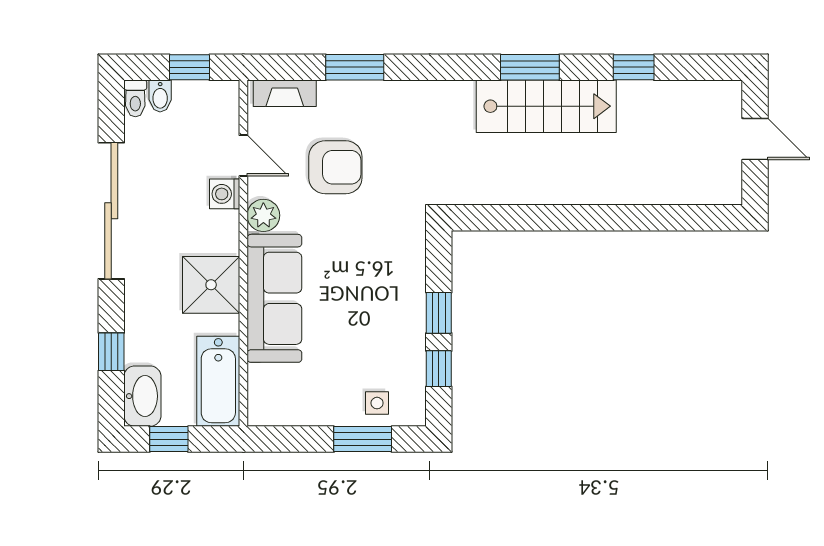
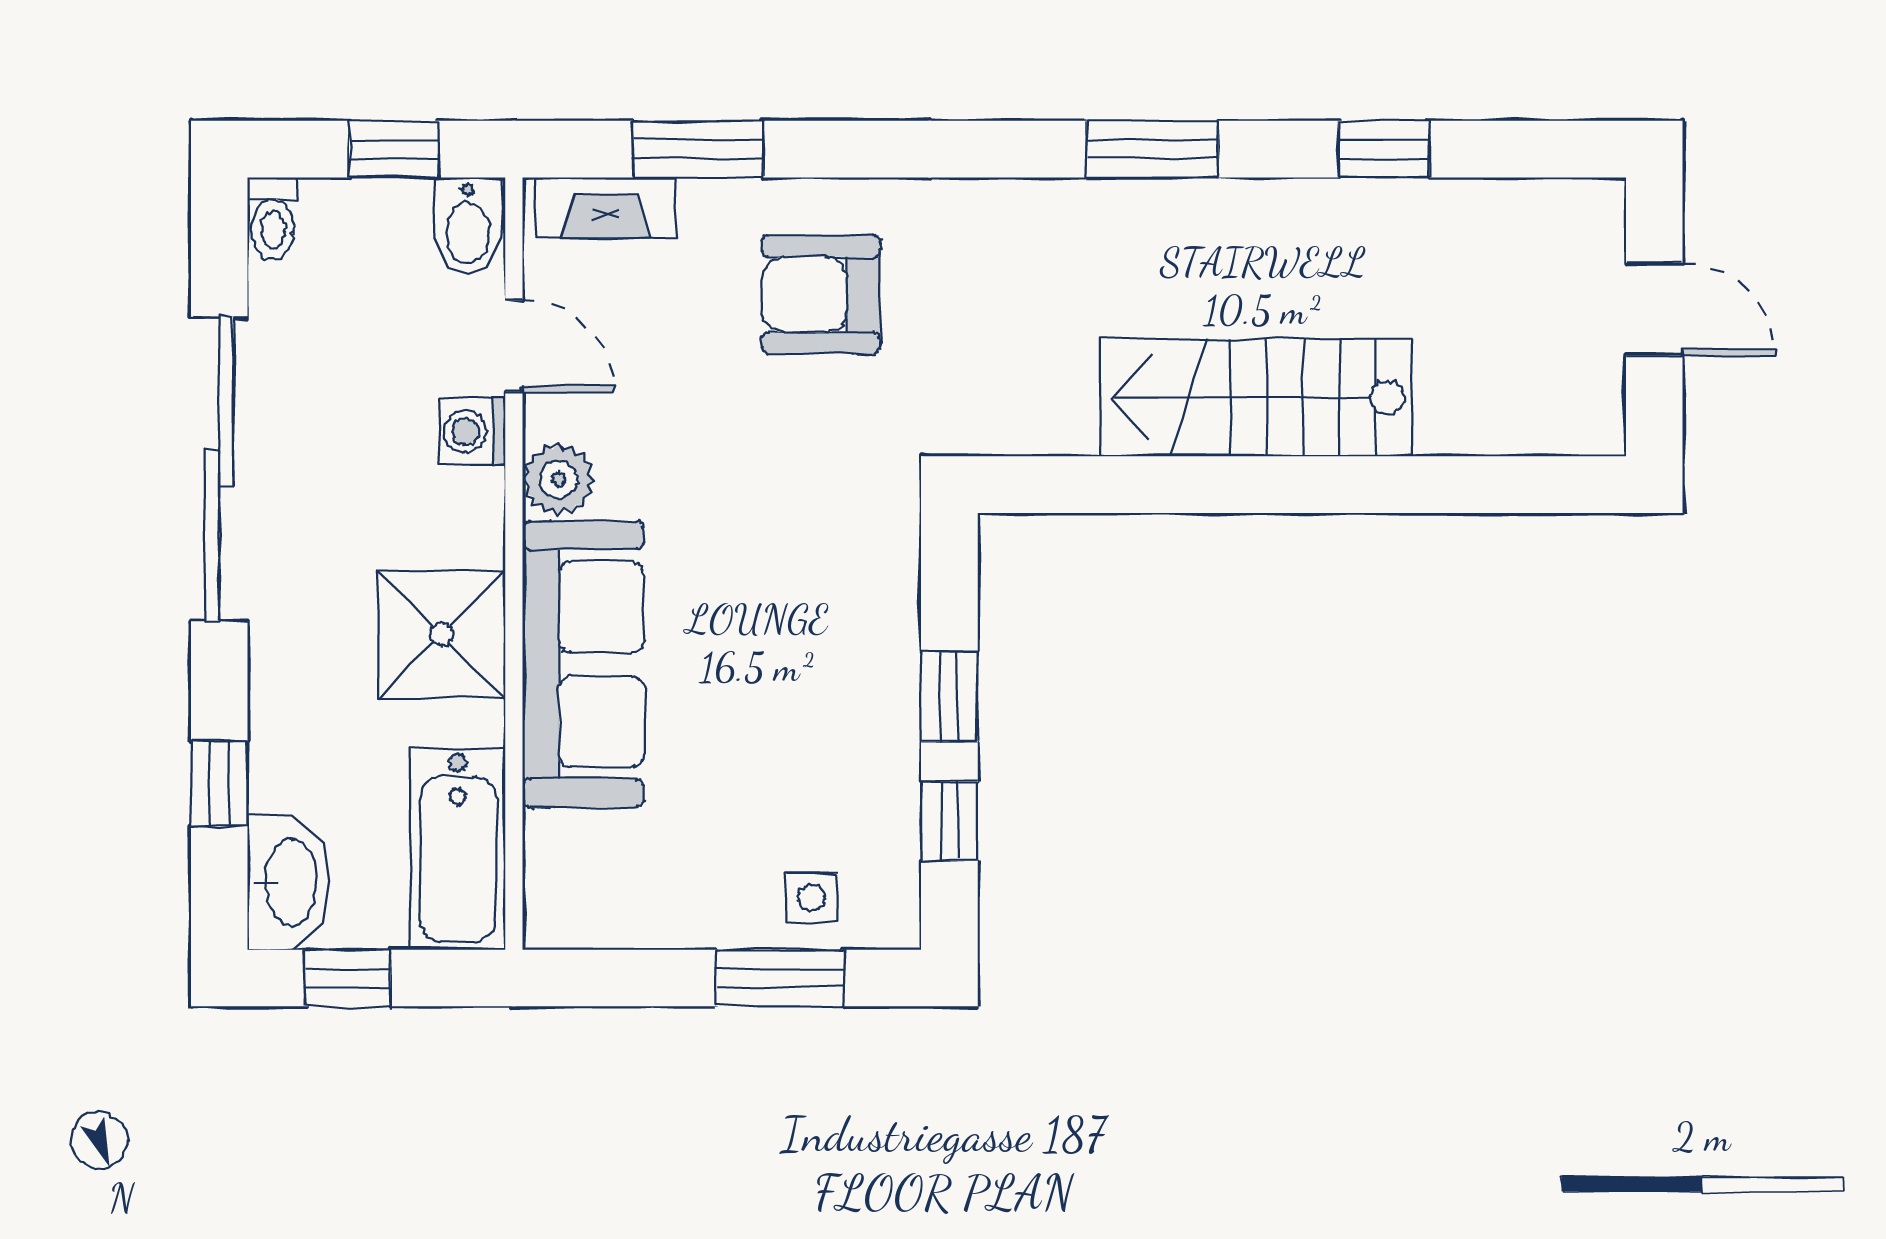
window: (355, 67) -> (698, 149), moved
bidet: (160, 96) -> (468, 226), moved, width x1.38, depth x1.36
stairs: (546, 106) -> (1256, 398), moved, turned 180
armchair: (335, 167) -> (821, 295), moved, turned 180

